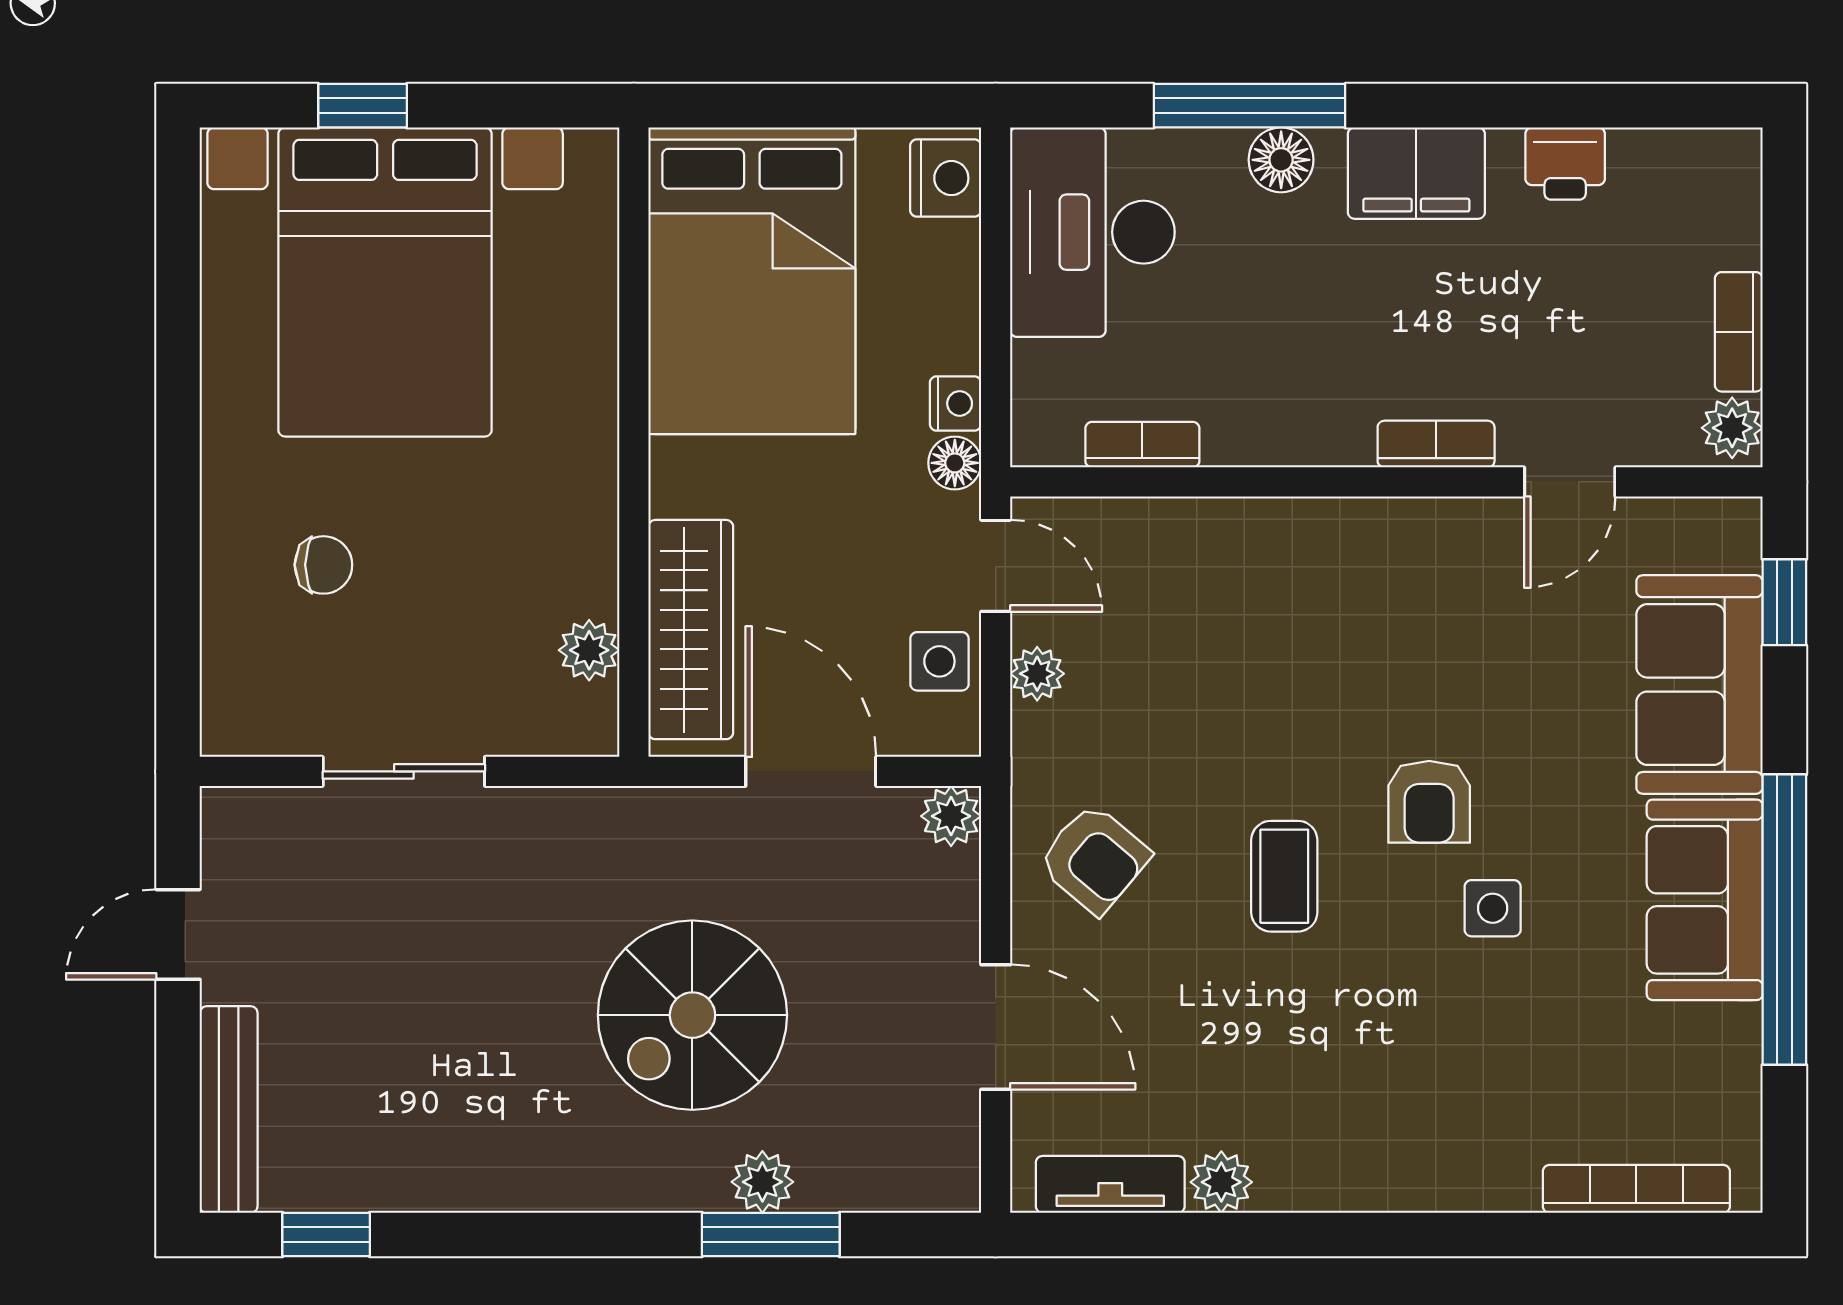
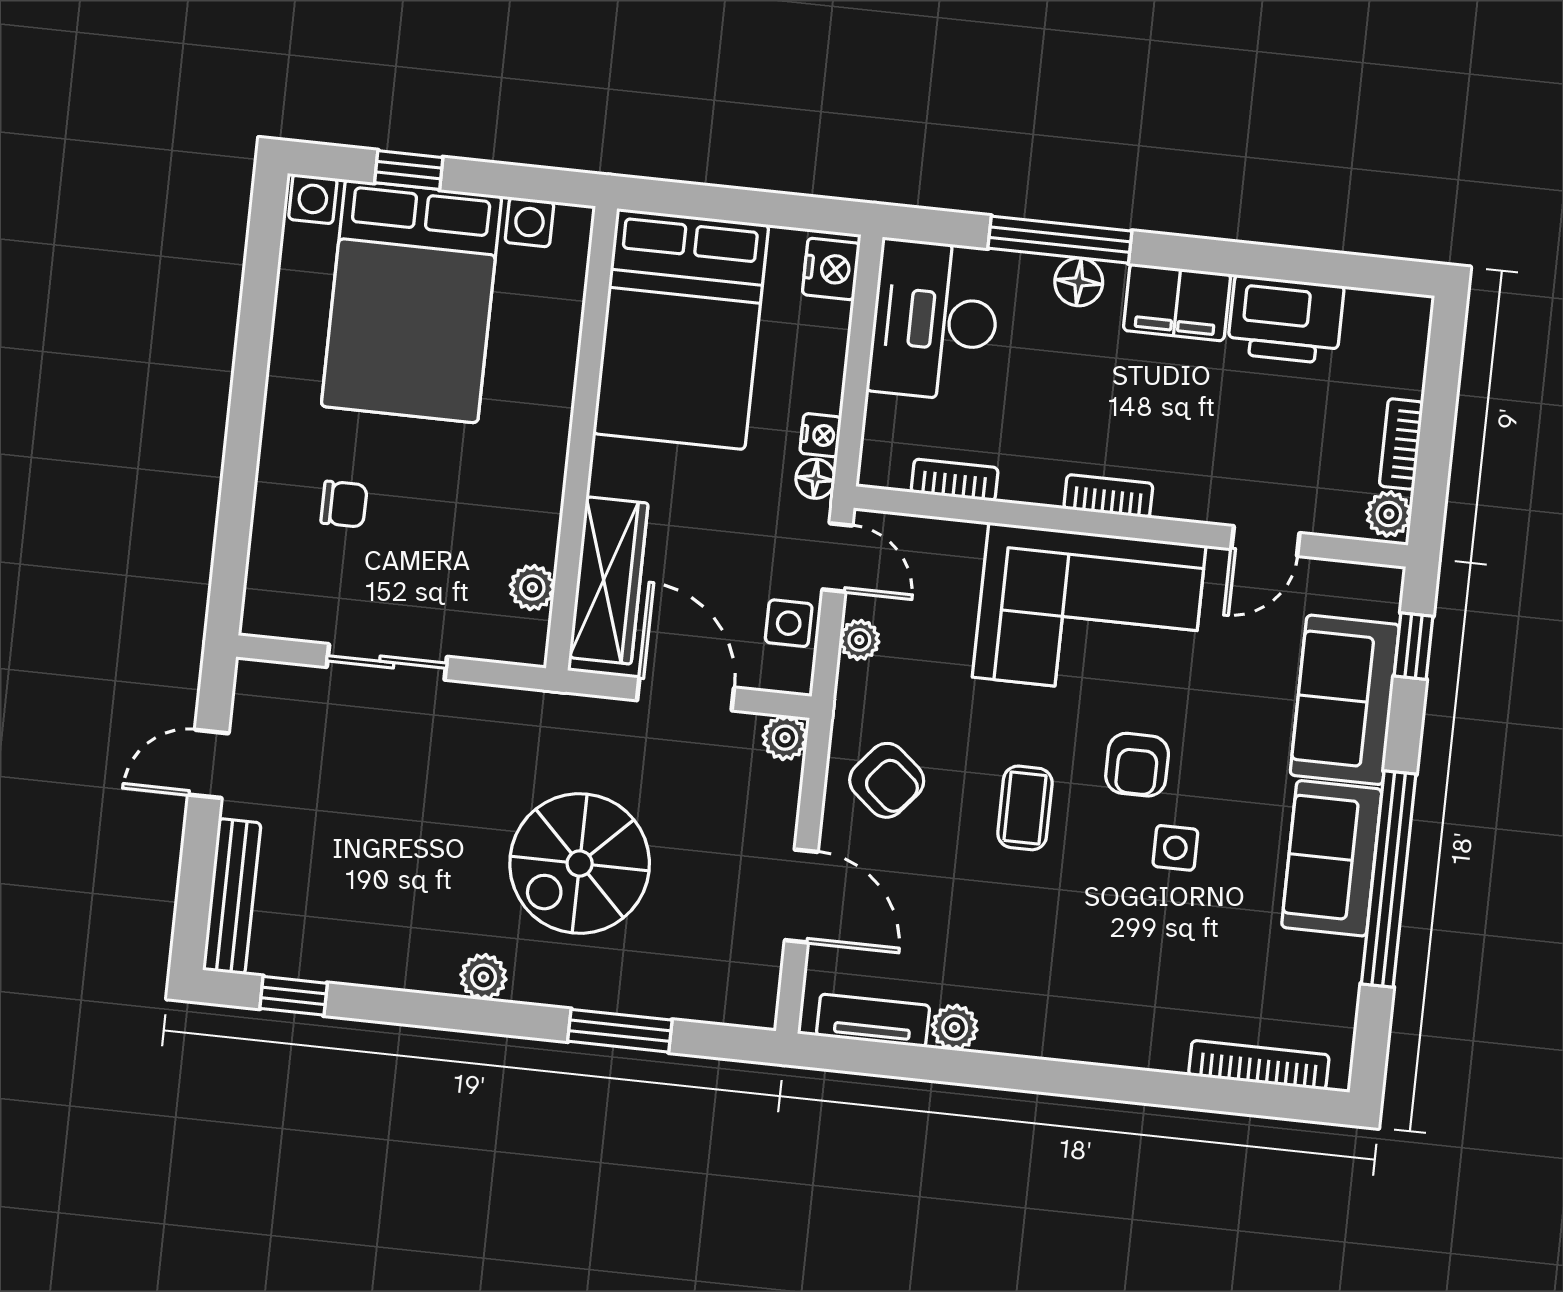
printer: (1565, 164) -> (1286, 320), width x1.87, depth x1.48
bookcase: (1436, 444) -> (1108, 496), moved
corner sofa: (1343, 602) -> (1089, 611), added
plant: (762, 1182) -> (483, 977), moved

